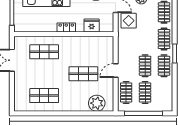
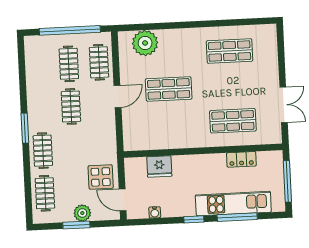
locker: (66, 27) -> (241, 159), moved
clothes rail: (164, 66) -> (41, 108), removed

